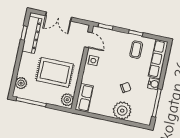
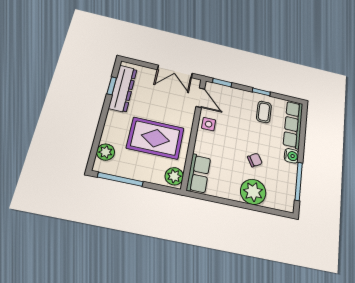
double door: (59, 16) -> (175, 71), moved

